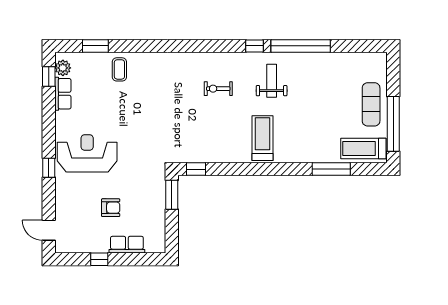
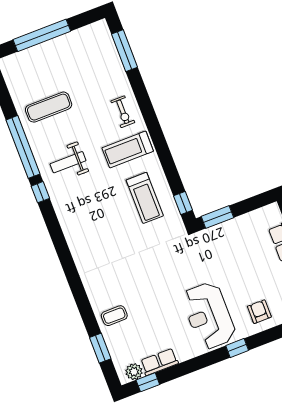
exercise bike: (218, 89) -> (123, 112), moved
exercise mat: (371, 104) -> (49, 107), moved
window: (393, 124) -> (42, 35), moved
treadmill: (363, 149) -> (145, 198), moved
window: (331, 169) -> (125, 51), moved
armchair: (111, 208) -> (259, 312), moved

